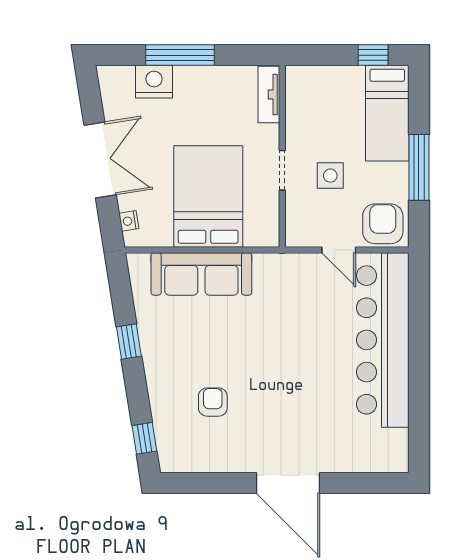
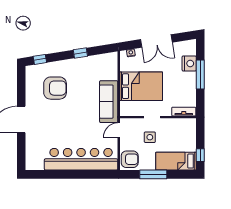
door: (339, 250) -> (119, 130), moved
sofa: (201, 274) -> (109, 102), moved
armchair: (213, 402) -> (55, 88), width x1.88, depth x1.88

